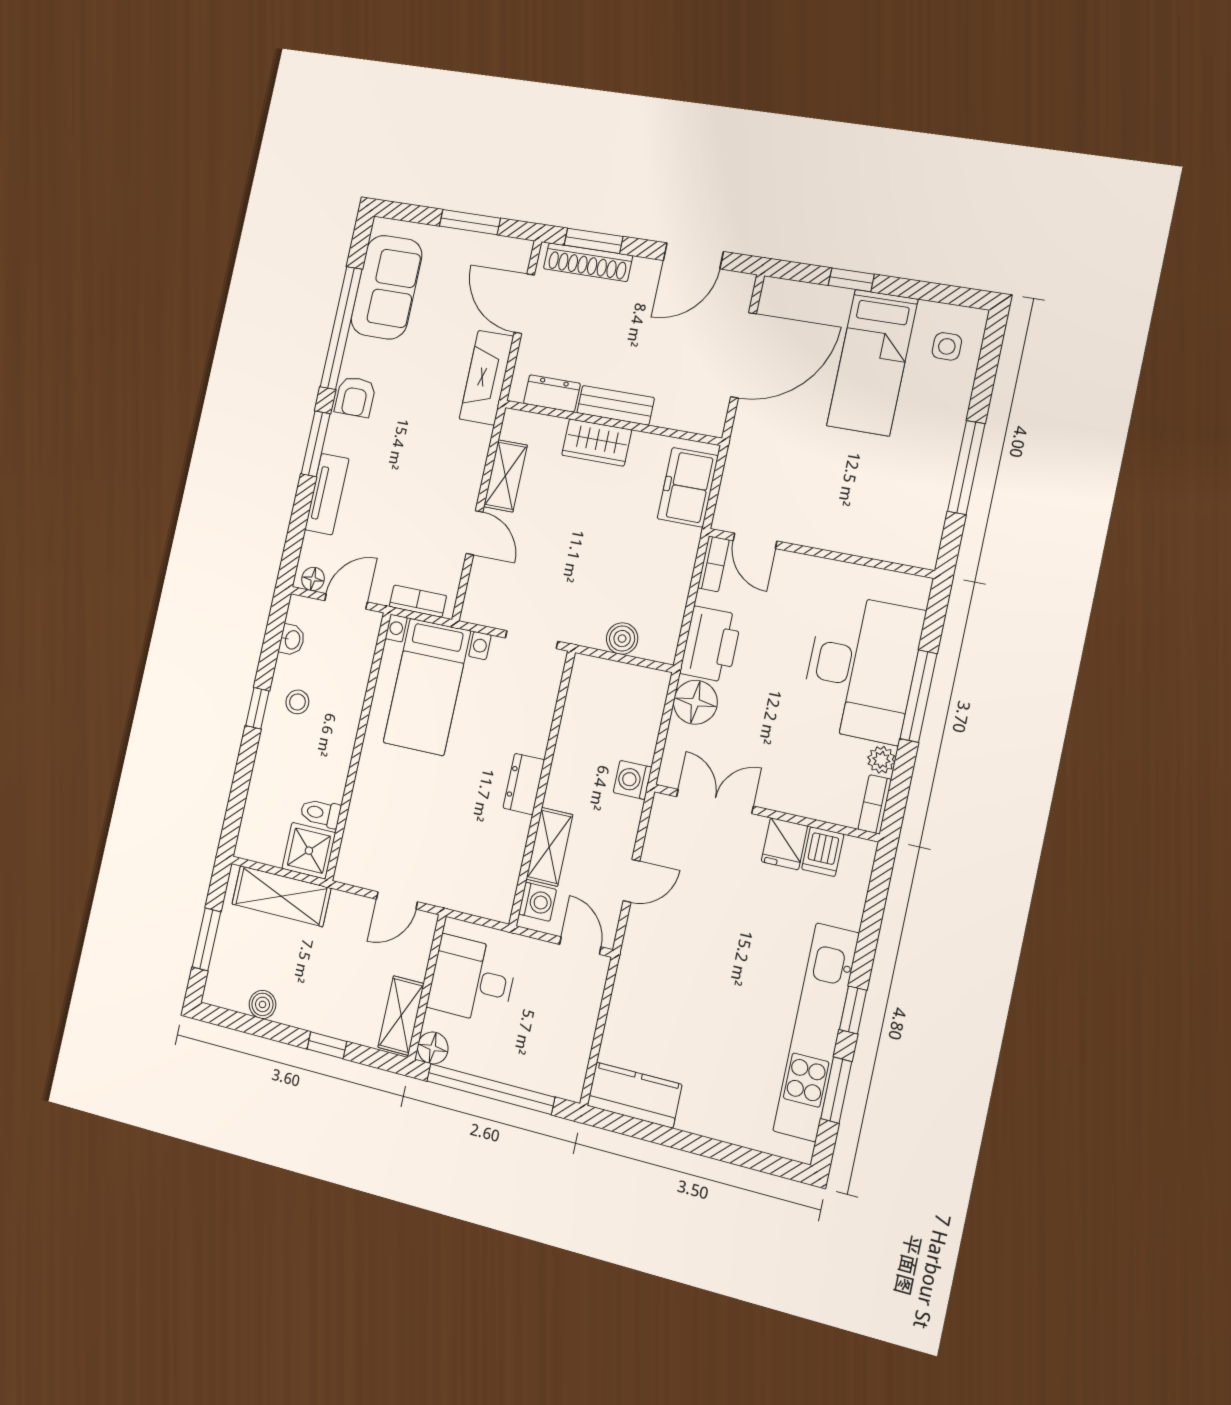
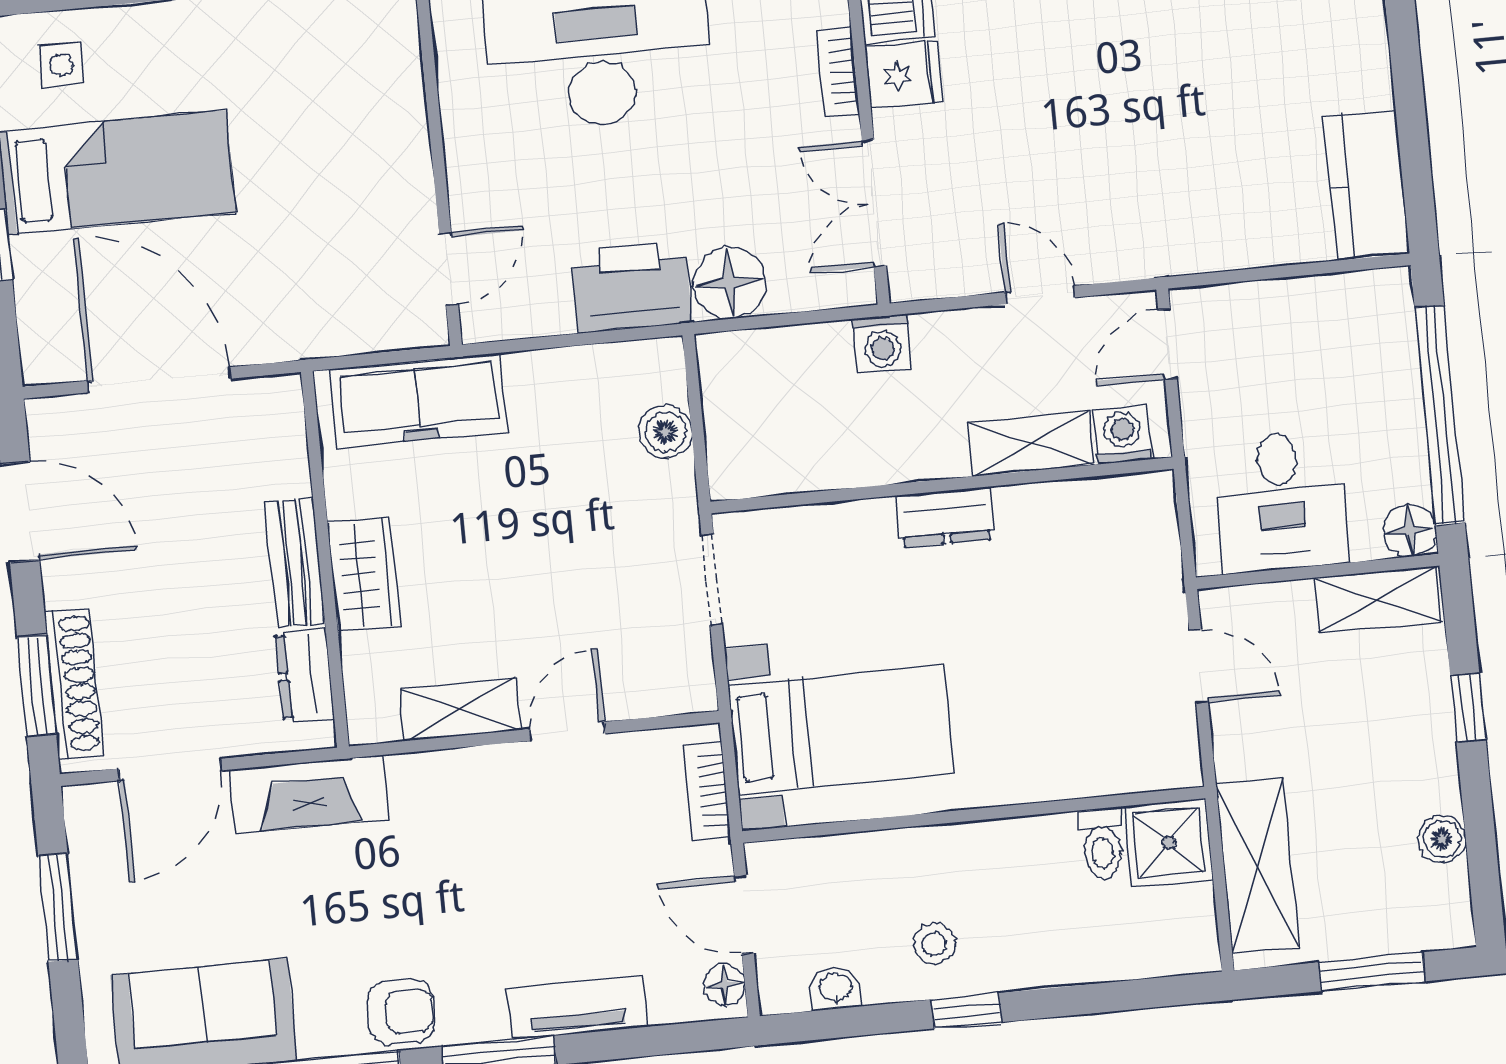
freezer: (688, 487) -> (418, 400), width x1.40
bookcase: (713, 564) -> (838, 72), moved, turned -90

